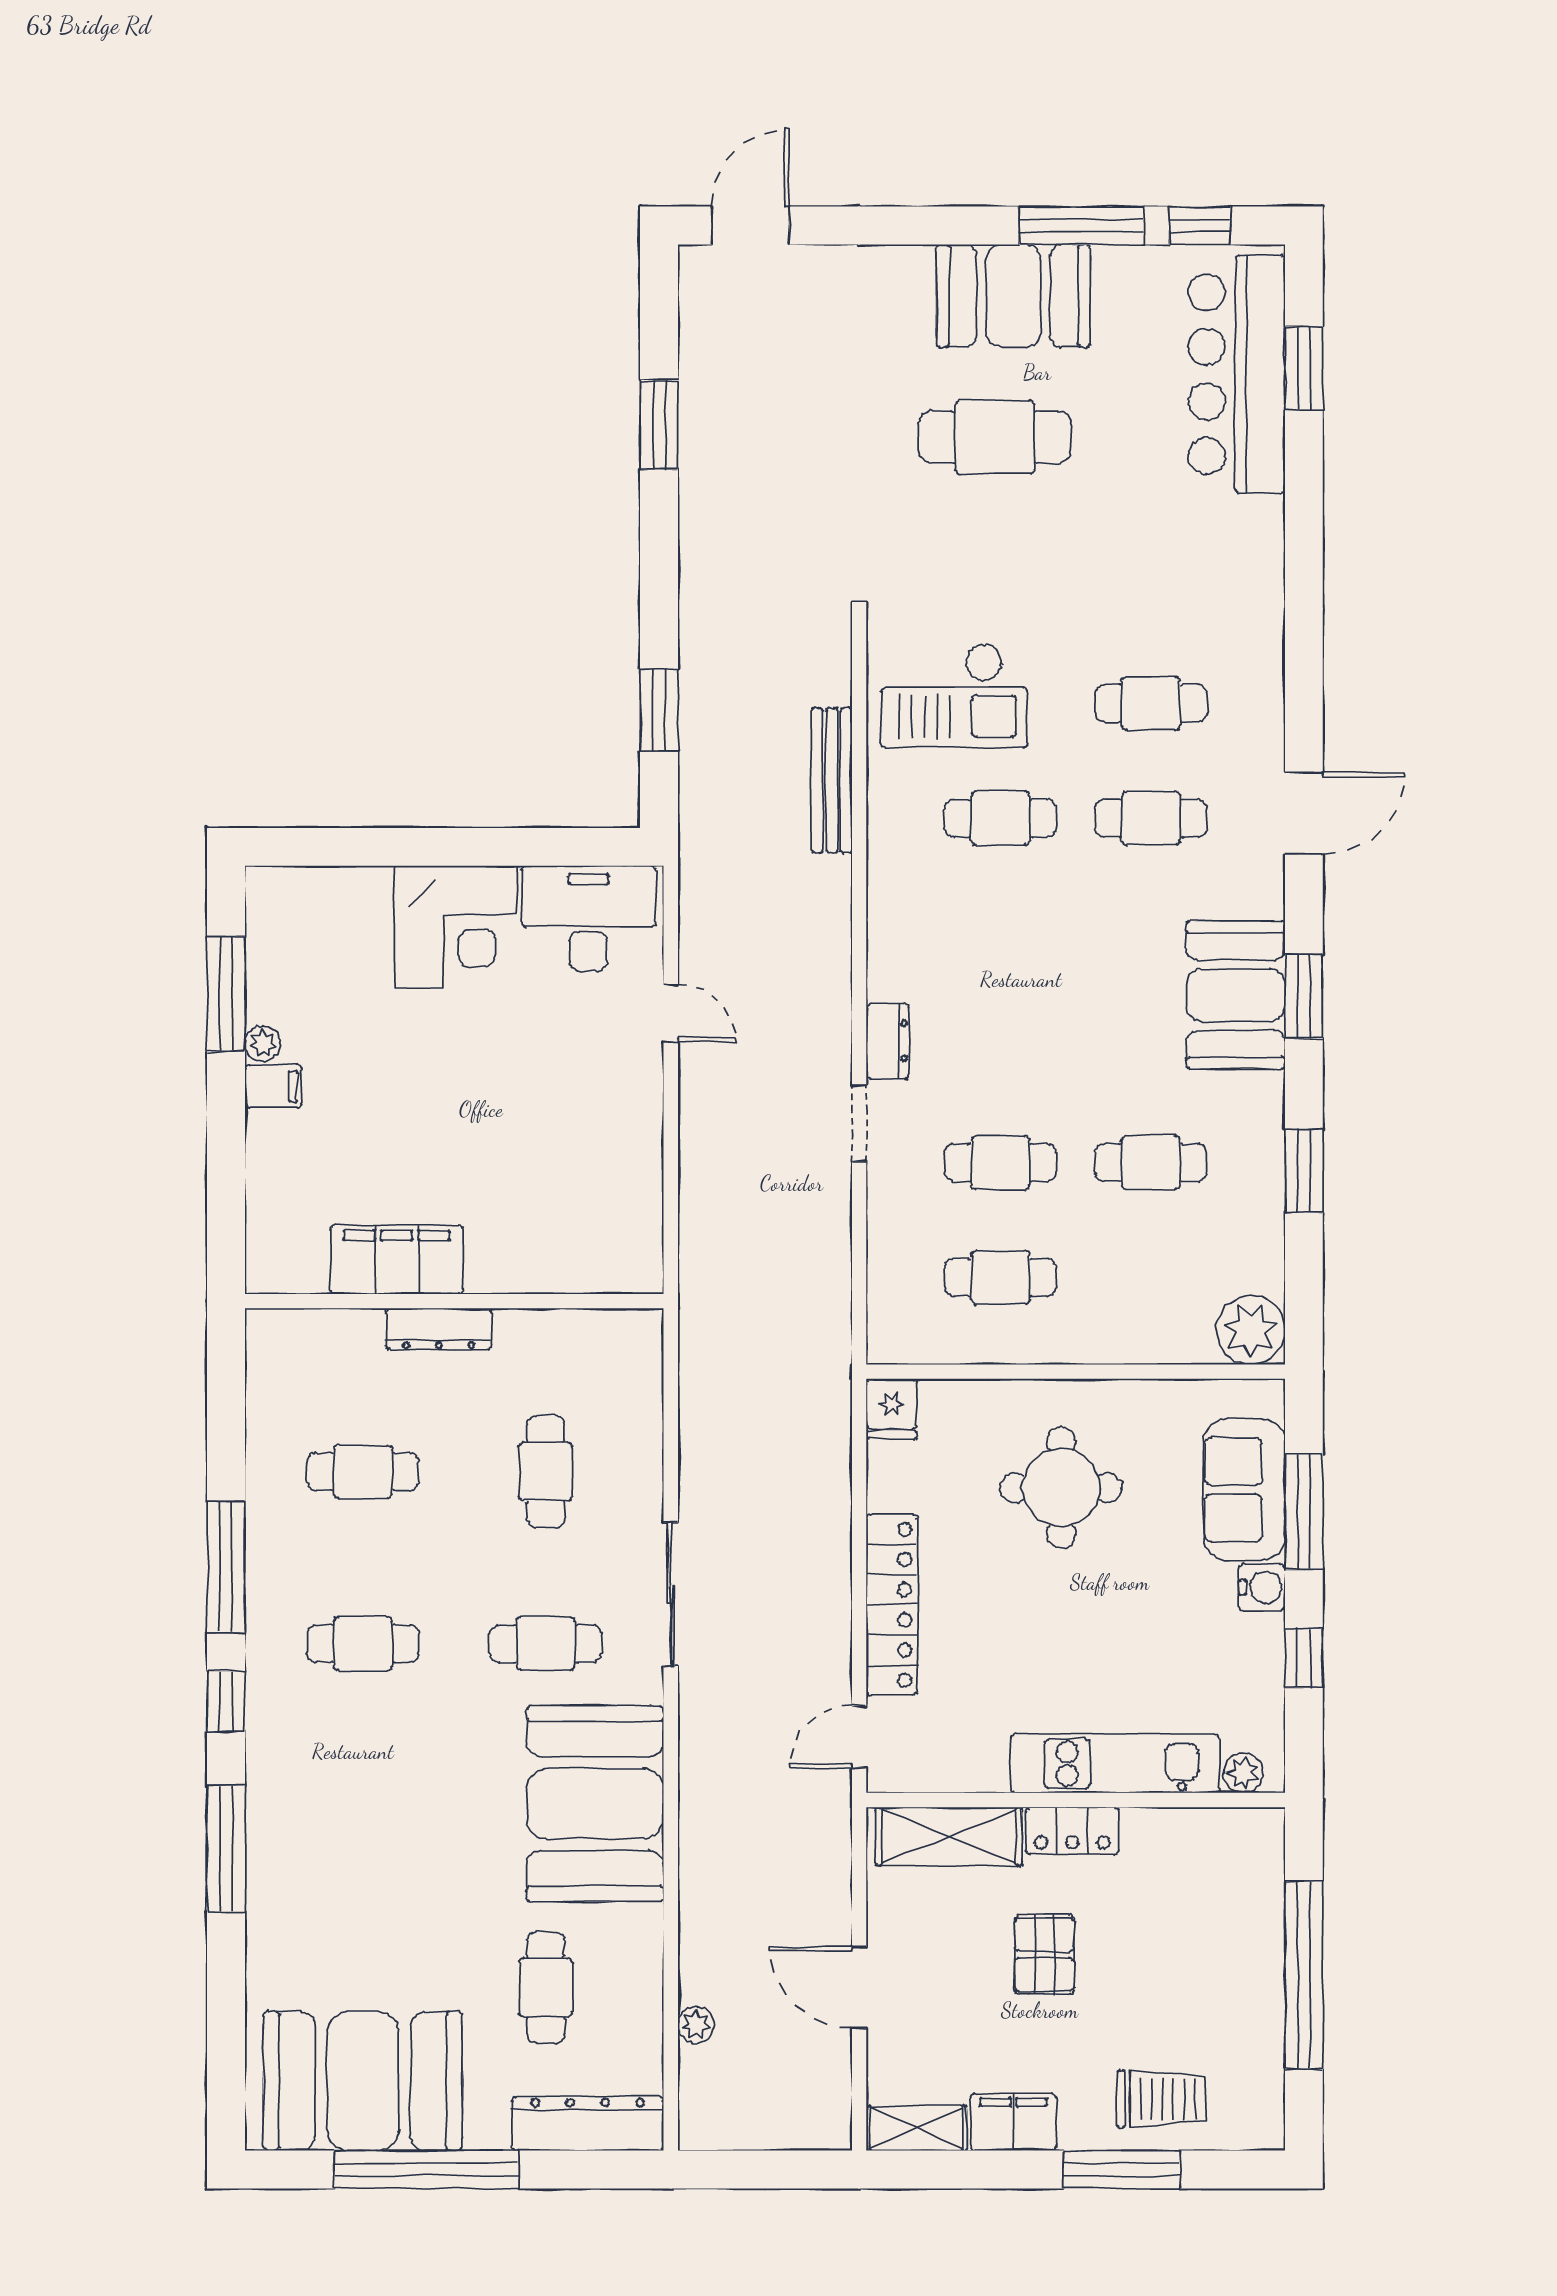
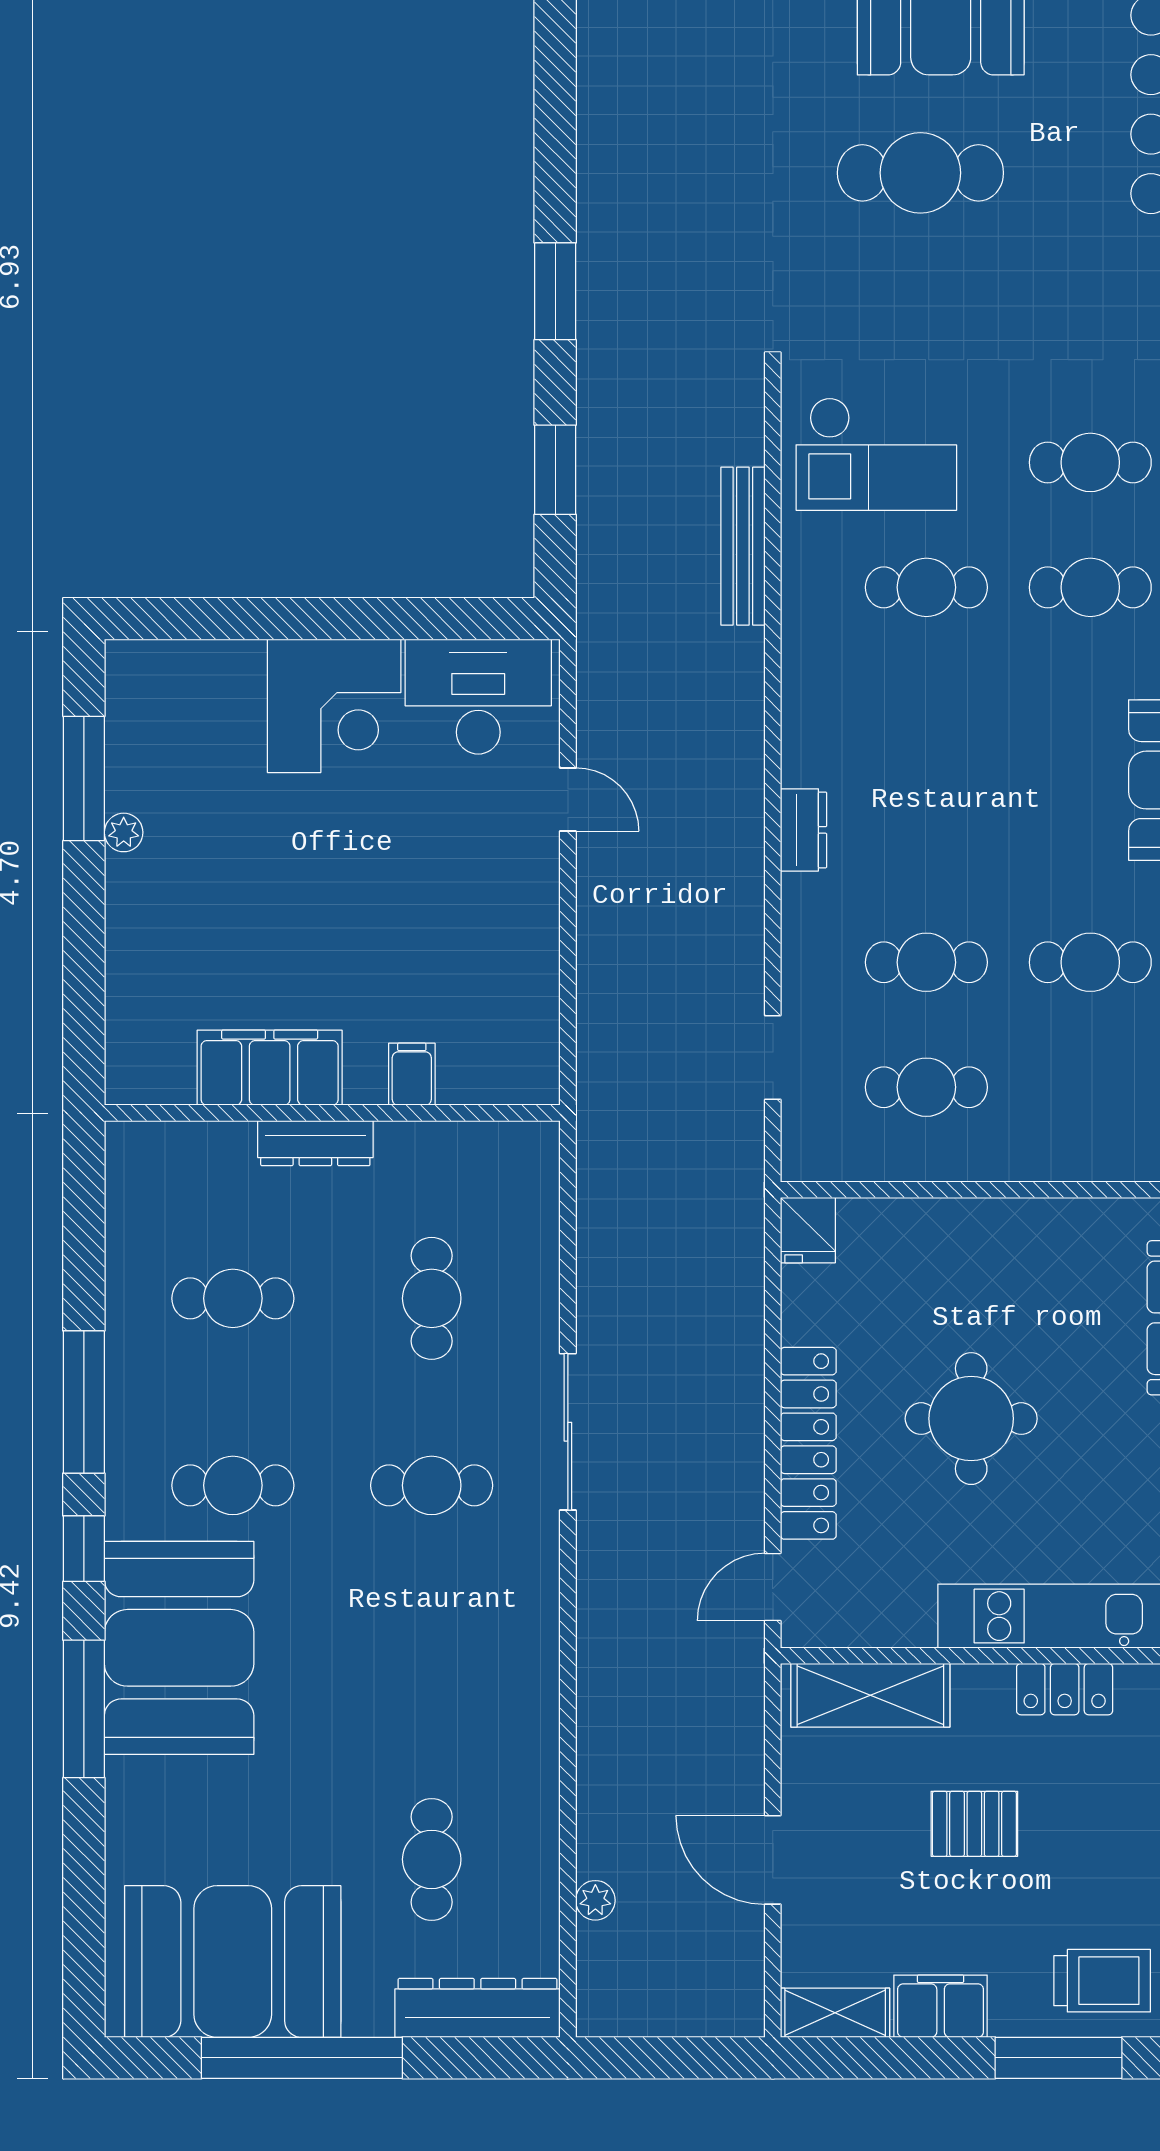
window: (659, 425) -> (555, 291), moved
filing cabinet: (273, 1086) -> (412, 1074), moved, turned -90
doorway: (859, 1123) -> (773, 1058), moved
round table: (1061, 1488) -> (971, 1419), moved
booth: (595, 1804) -> (179, 1648), moved
locker: (1072, 1831) -> (1065, 1689), moved
pallet: (1044, 1955) -> (974, 1824), turned 90

